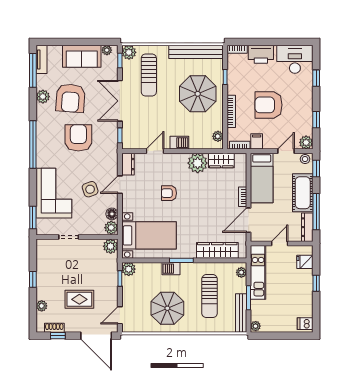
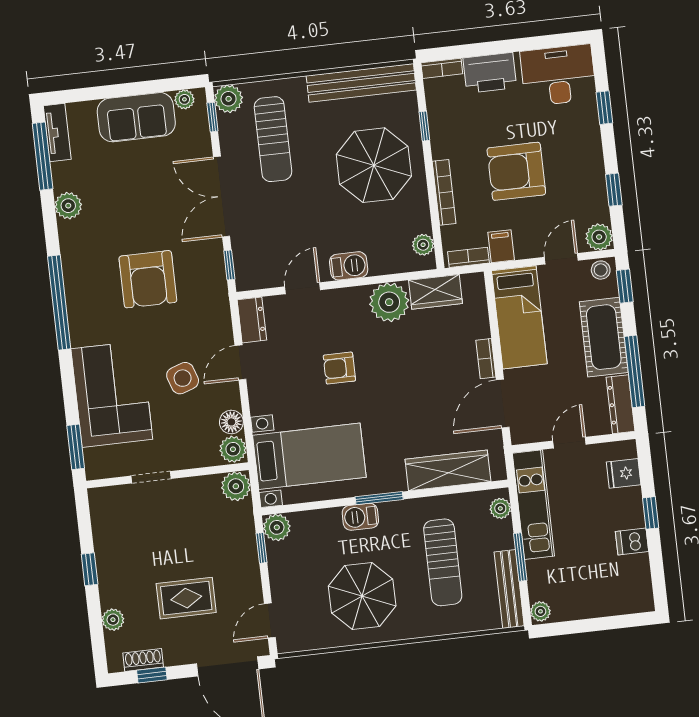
armchair: (70, 98) -> (123, 202), removed
armchair: (78, 138) -> (148, 279), turned 180
dishwasher: (305, 324) -> (632, 542), moved

